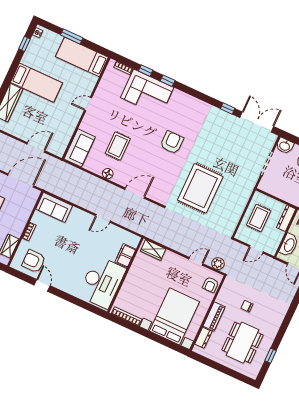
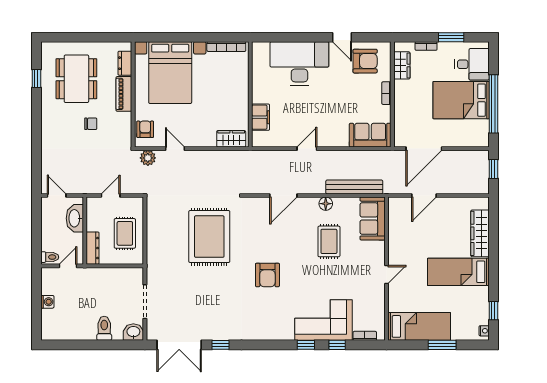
bench: (82, 176) -> (354, 187), added
door: (196, 261) -> (175, 149), swing flipped
desk: (102, 282) -> (299, 64), moved, turned 90

